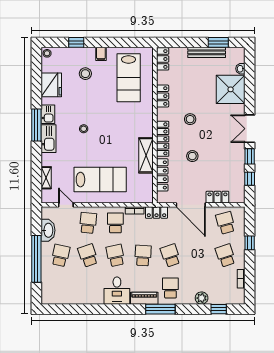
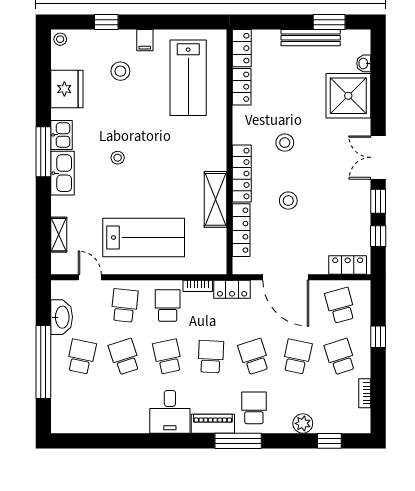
locker: (163, 96) -> (242, 87), moved
locker: (217, 197) -> (348, 265), moved
school desk: (198, 255) -> (297, 357), added

